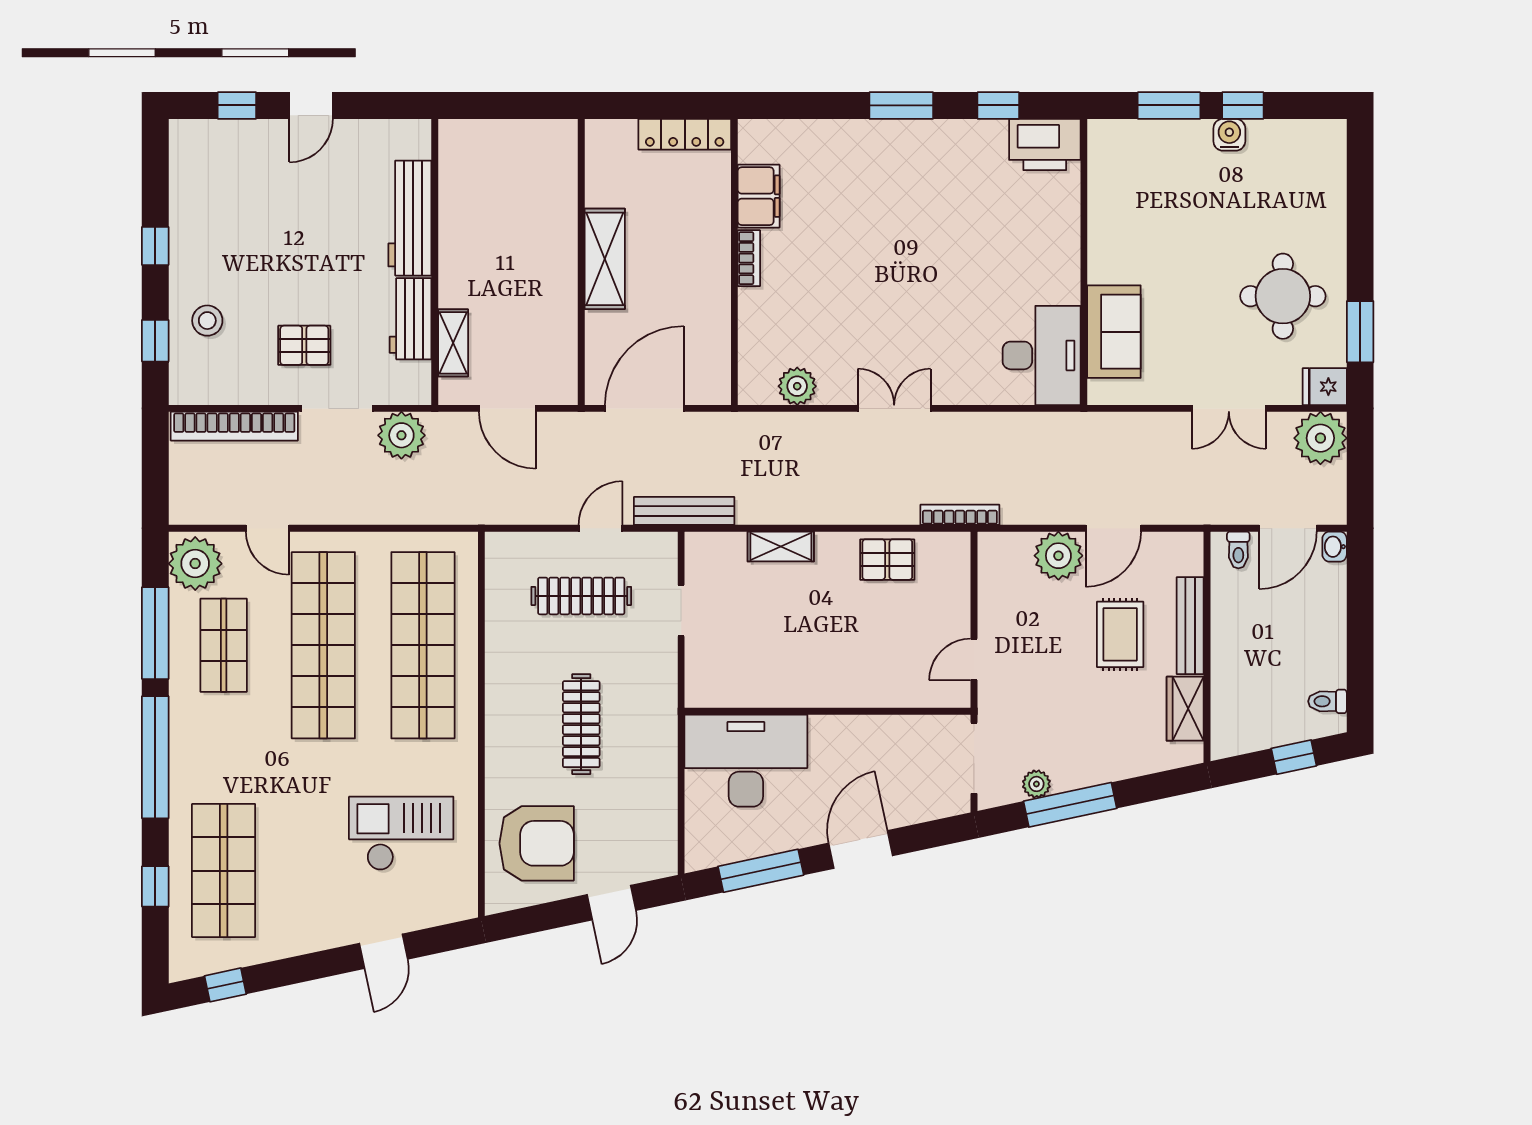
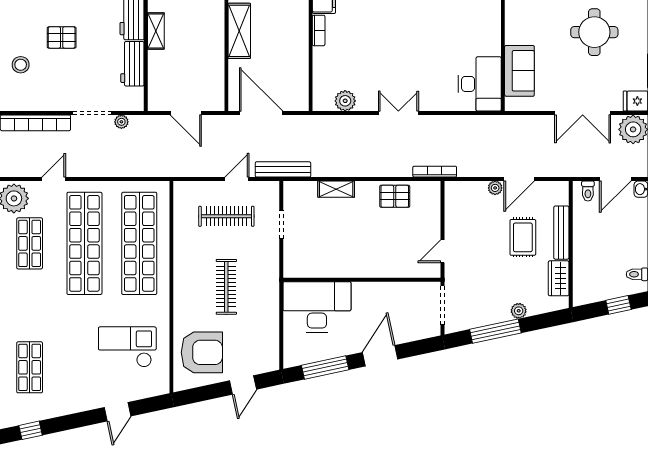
round table: (1283, 296) -> (594, 32), moved
shelving: (453, 343) -> (156, 31), moved
pallet: (304, 345) -> (62, 37), moved
door: (644, 408) -> (261, 113), hinge flipped
double door: (1229, 408) -> (583, 113), width x1.37
plant: (401, 435) -> (121, 122), width x0.53, depth x0.53
door: (267, 528) -> (54, 179), swing flipped
plant: (1058, 556) -> (495, 188), width x0.53, depth x0.53
plant: (1036, 784) -> (519, 311), moved
shop shelf: (224, 871) -> (30, 367), width x0.70, depth x0.74

